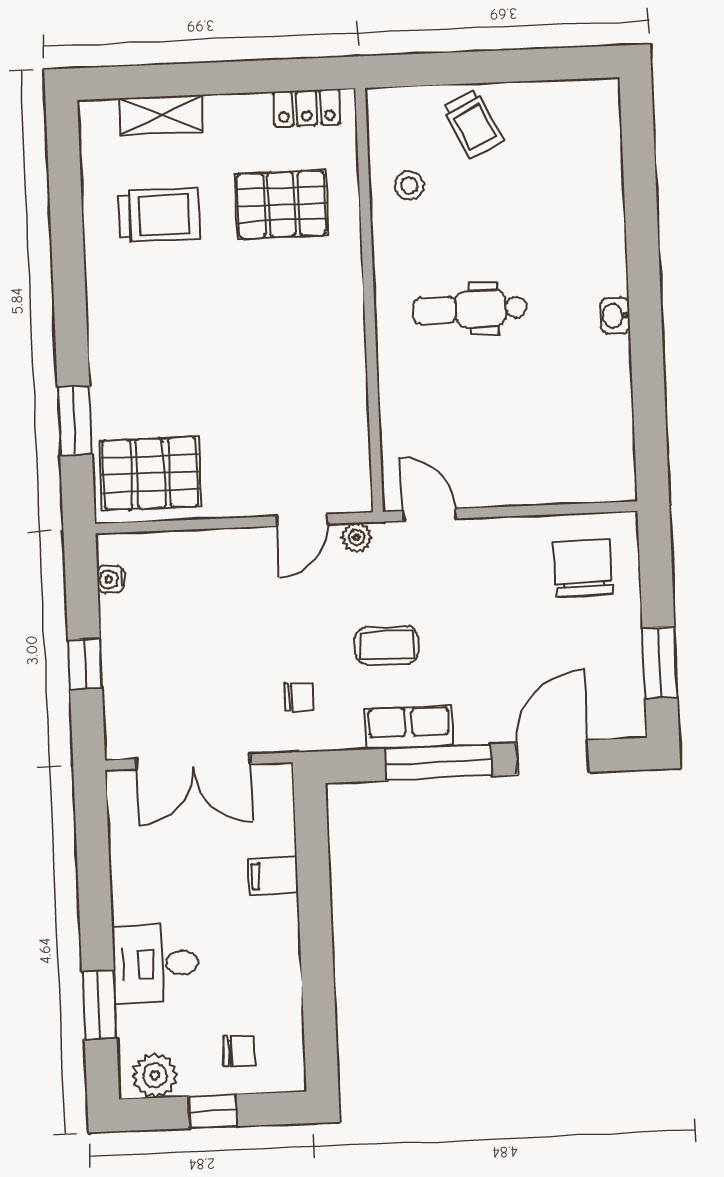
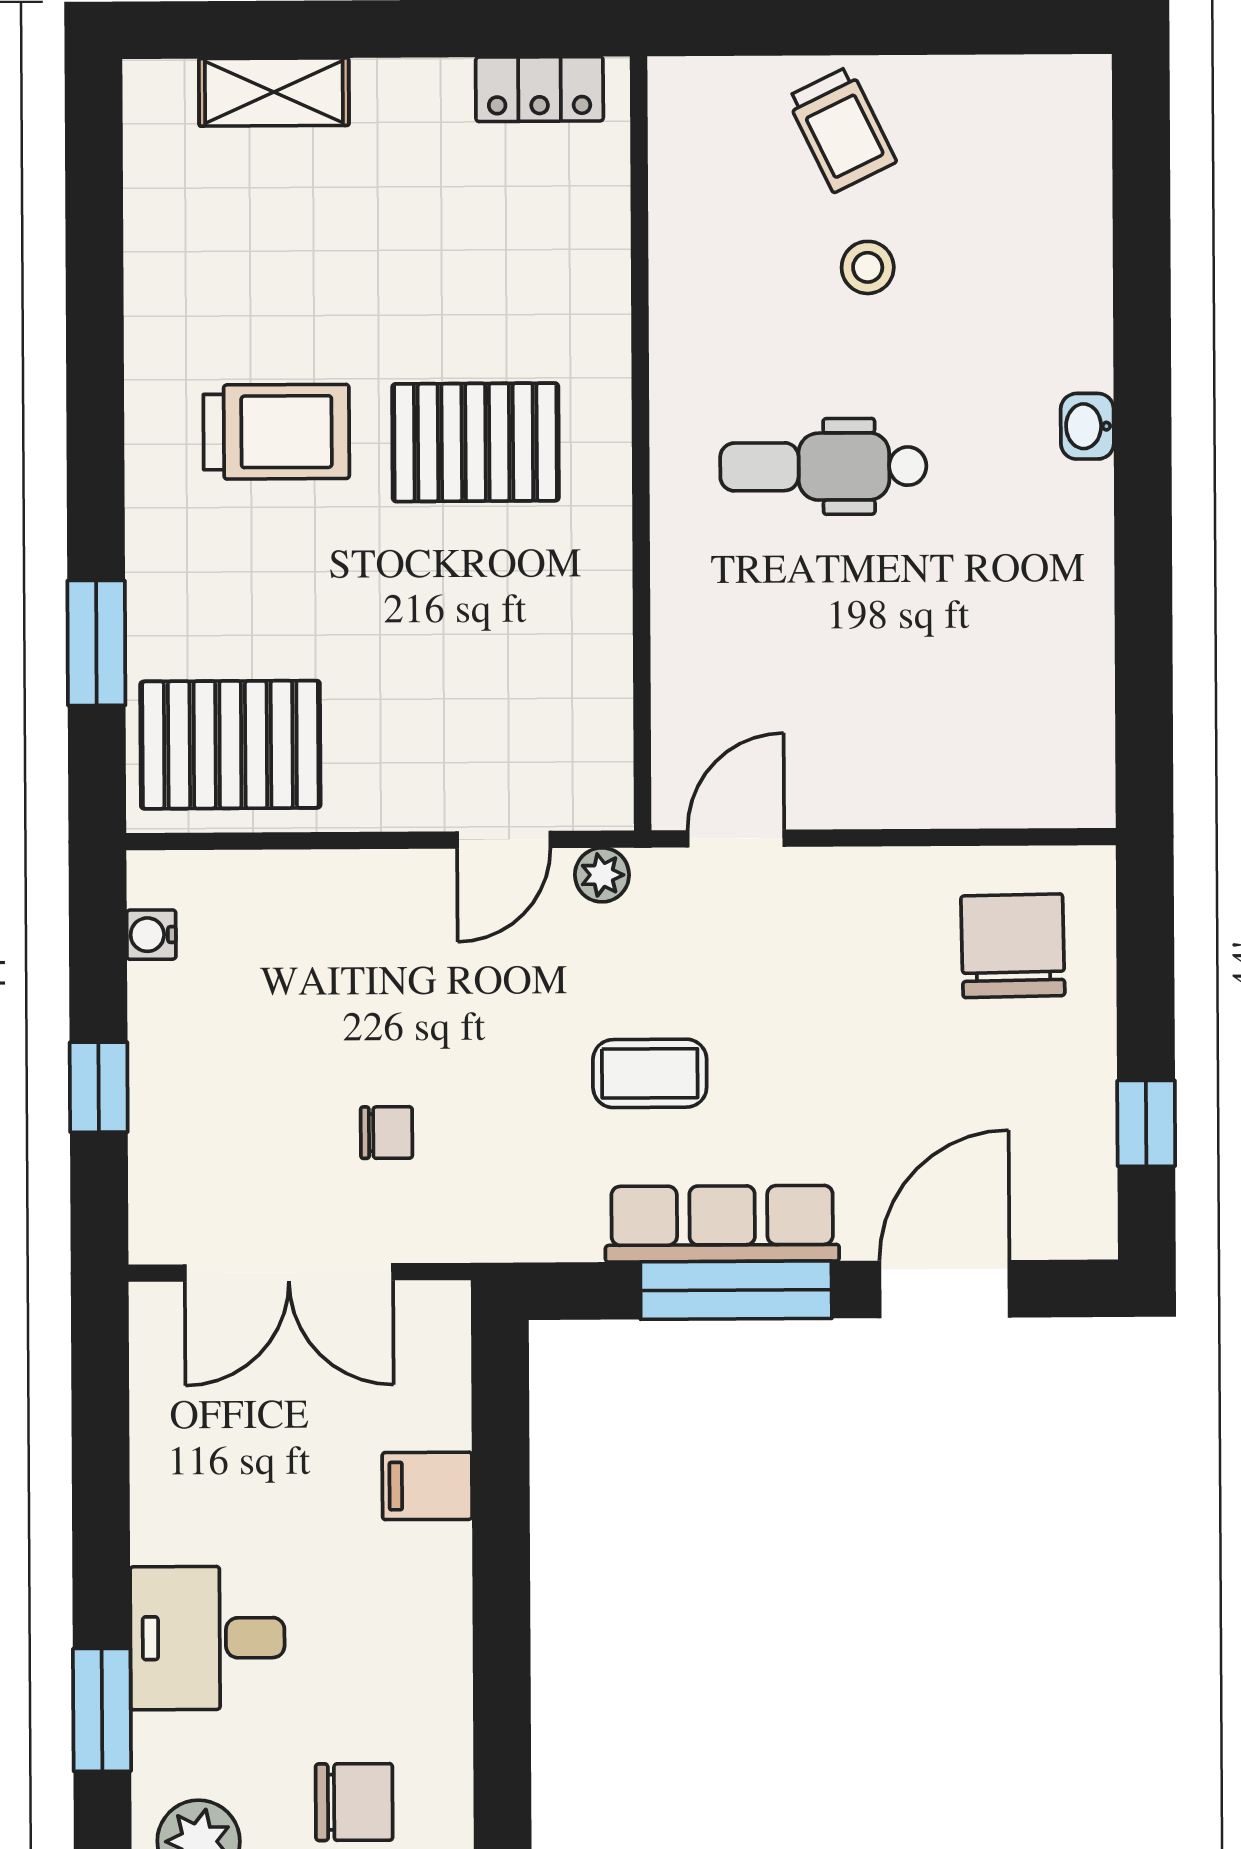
stool: (409, 186) -> (868, 267), moved
pallet: (282, 204) -> (475, 442), moved
trolley: (158, 215) -> (276, 432), moved
washbasin: (615, 316) -> (1087, 426), moved
door: (429, 515) -> (736, 838), hinge flipped
window: (660, 663) -> (1146, 1123), width x0.67
chair: (299, 697) -> (387, 1133), moved
row of seats: (409, 727) -> (722, 1224), width x1.48
chair: (239, 1051) -> (354, 1802), width x1.37, depth x1.37

